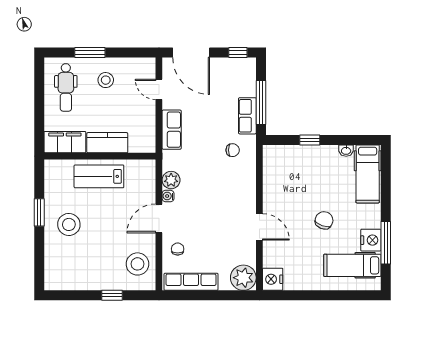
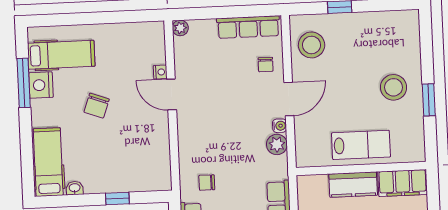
plant: (243, 278) -> (180, 28), width x0.53, depth x0.53
nightstand: (273, 279) -> (160, 72), moved, width x0.53, depth x0.56

